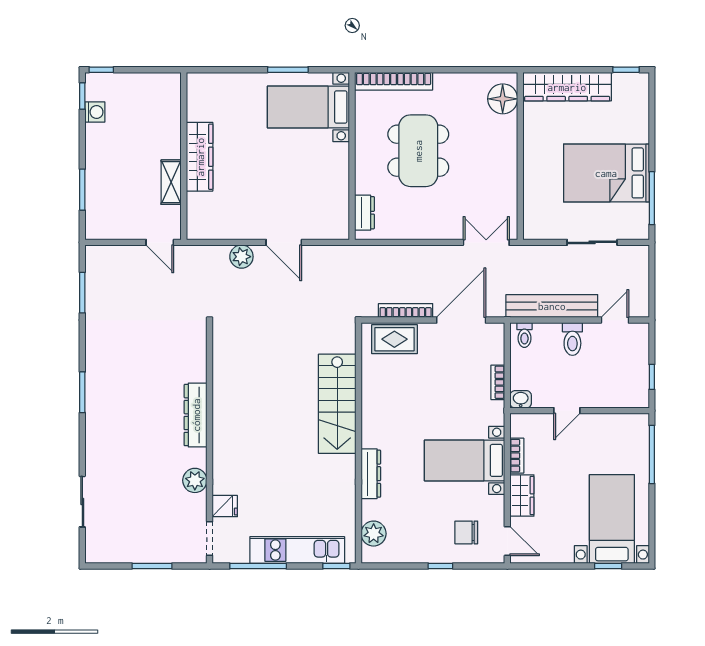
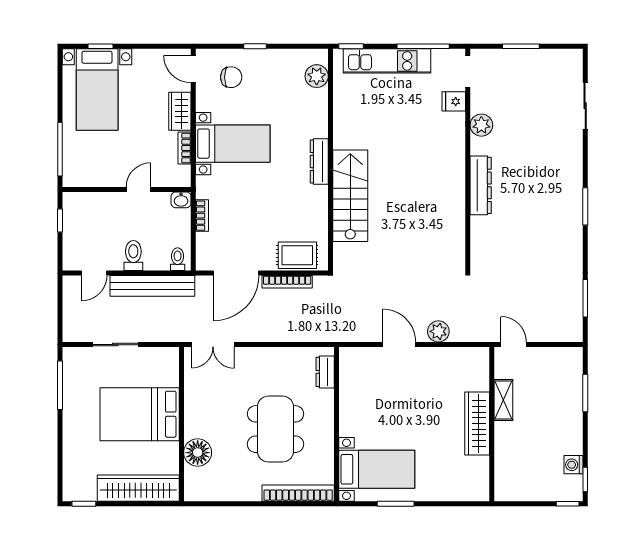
floor lamp: (503, 99) -> (198, 453), moved
bed: (606, 173) -> (140, 414), moved, turned 180
dresser: (371, 474) -> (319, 161), moved

